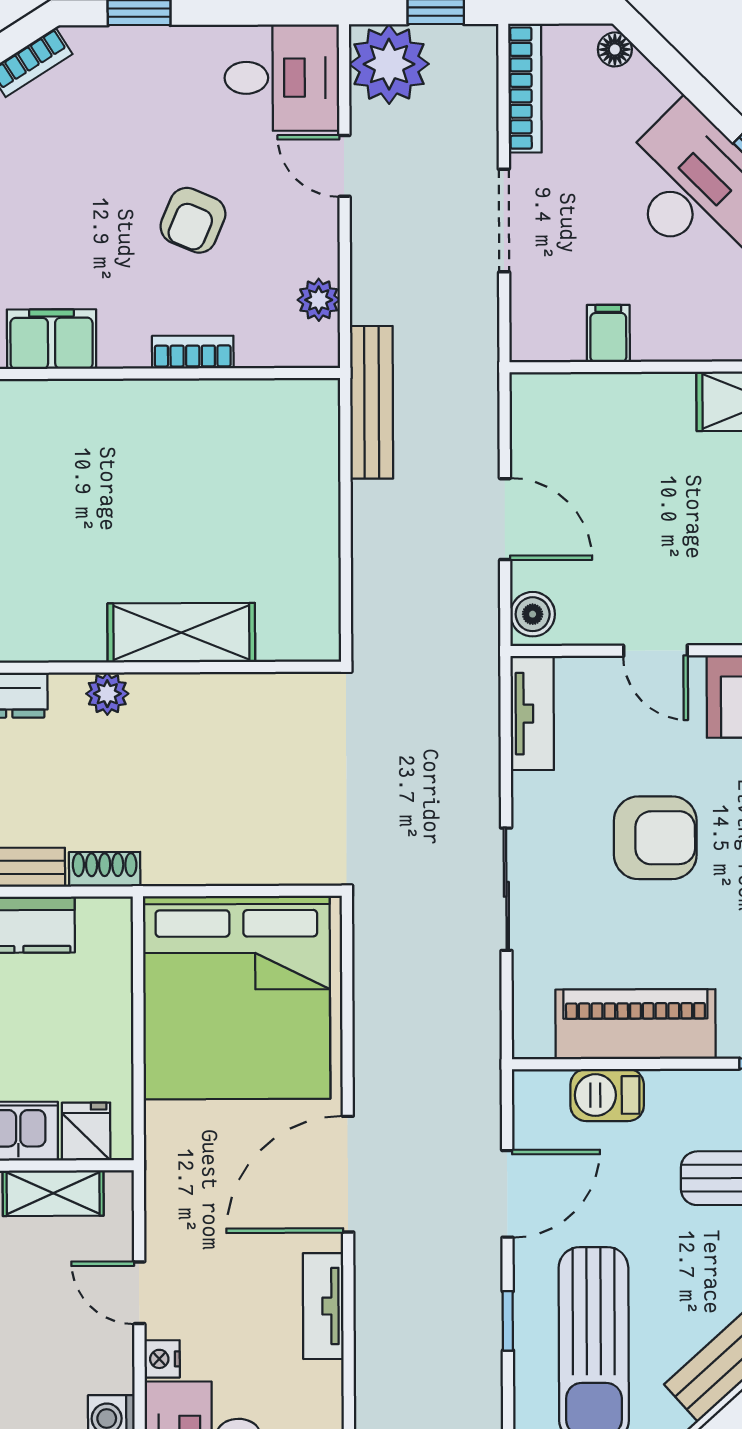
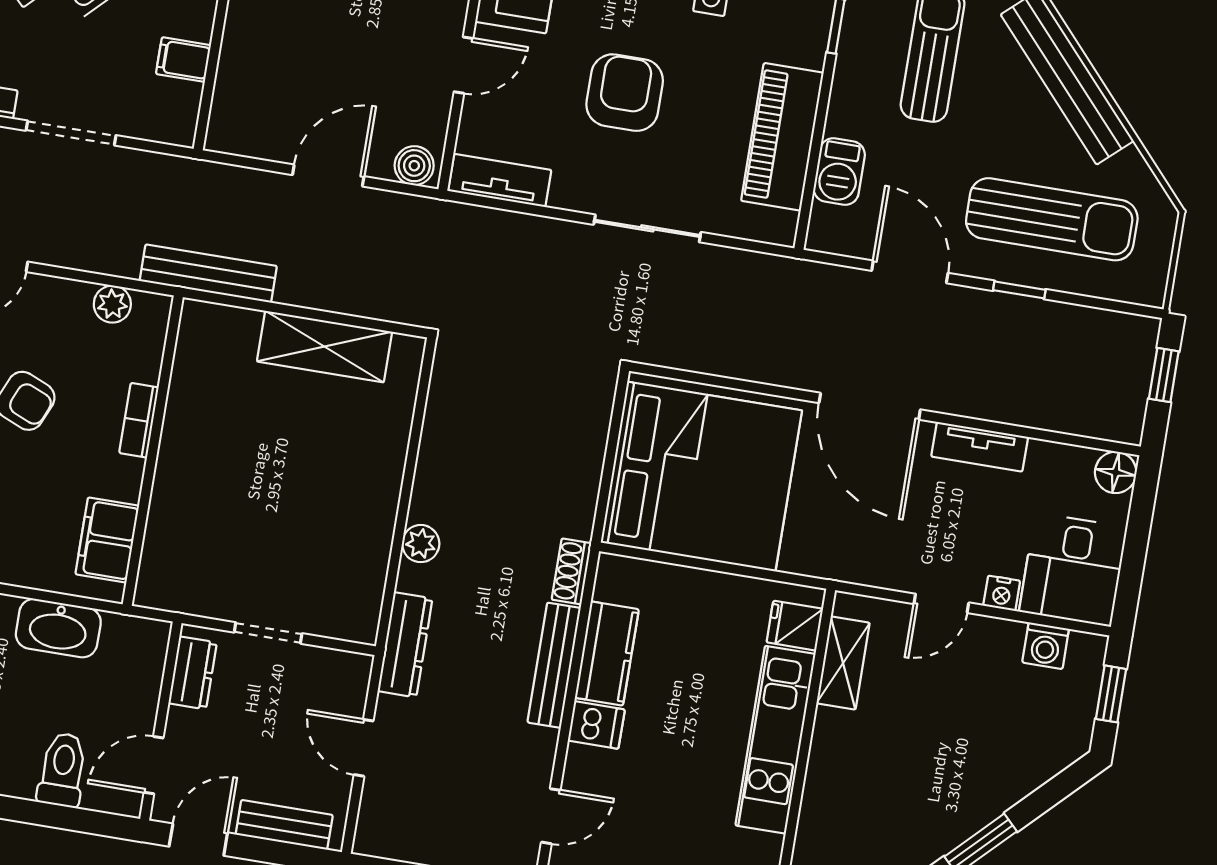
shelving: (181, 633) -> (324, 347), moved, turned 90

